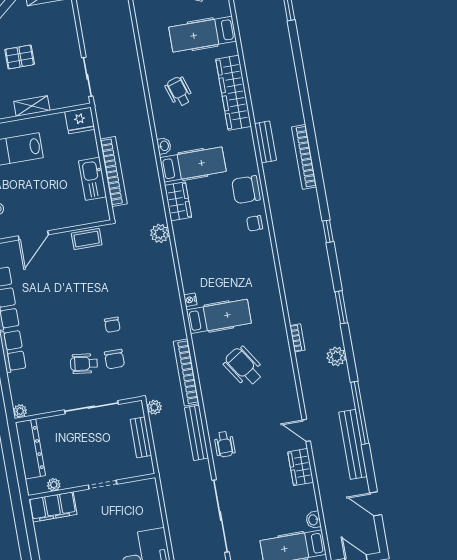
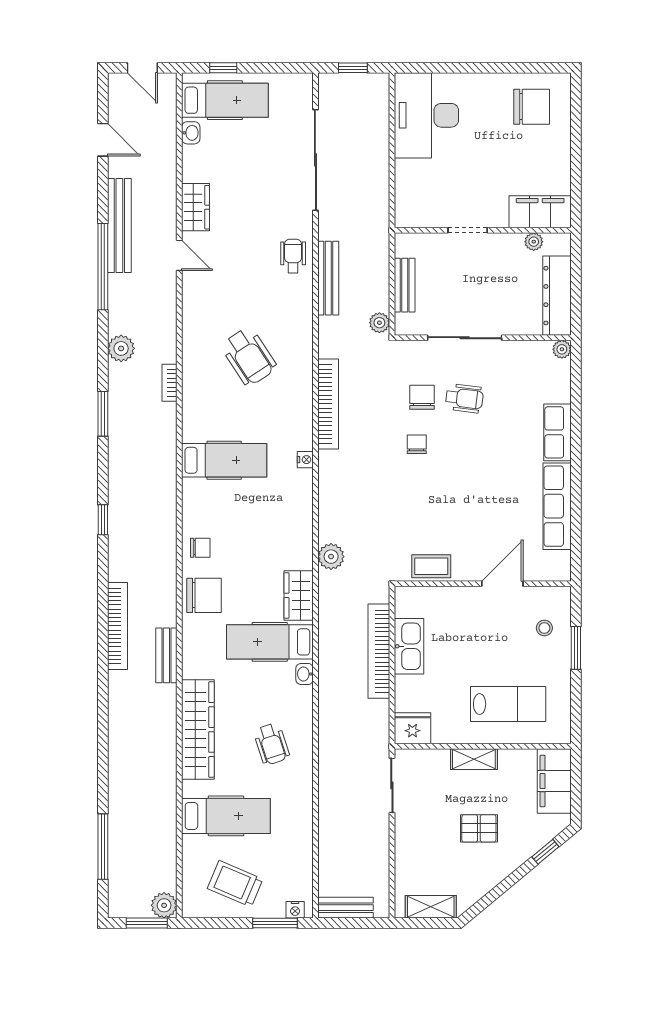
hospital bed: (219, 316) -> (224, 460), moved, turned 180
bookcase: (186, 373) -> (328, 404), moved

